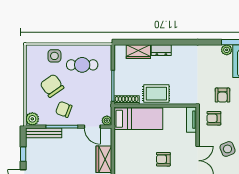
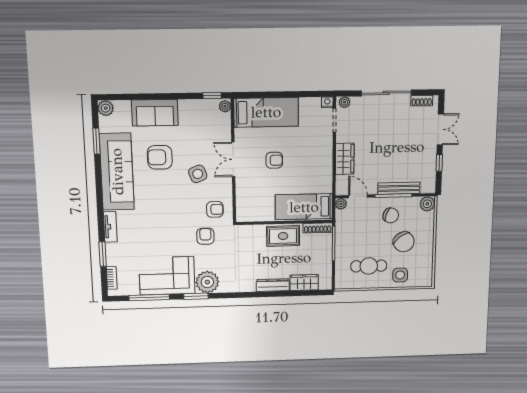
dresser: (161, 50) -> (273, 285), width x1.44
plant: (227, 50) -> (207, 282), width x1.87, depth x1.87
tv unit: (191, 120) -> (241, 207), removed
bench: (44, 133) -> (399, 188), moved

